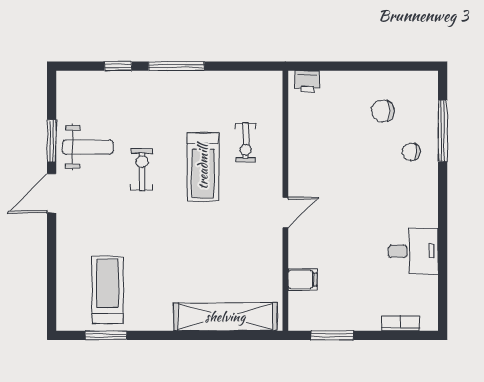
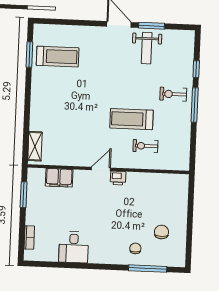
printer: (307, 82) -> (118, 178), moved, turned -90
exercise bike: (142, 169) -> (173, 94), moved, turned 180
door: (285, 213) -> (101, 169), swing flipped
filing cabinet: (302, 279) -> (59, 178), width x2.00
shelving: (225, 317) -> (35, 146), width x0.45, depth x0.75

